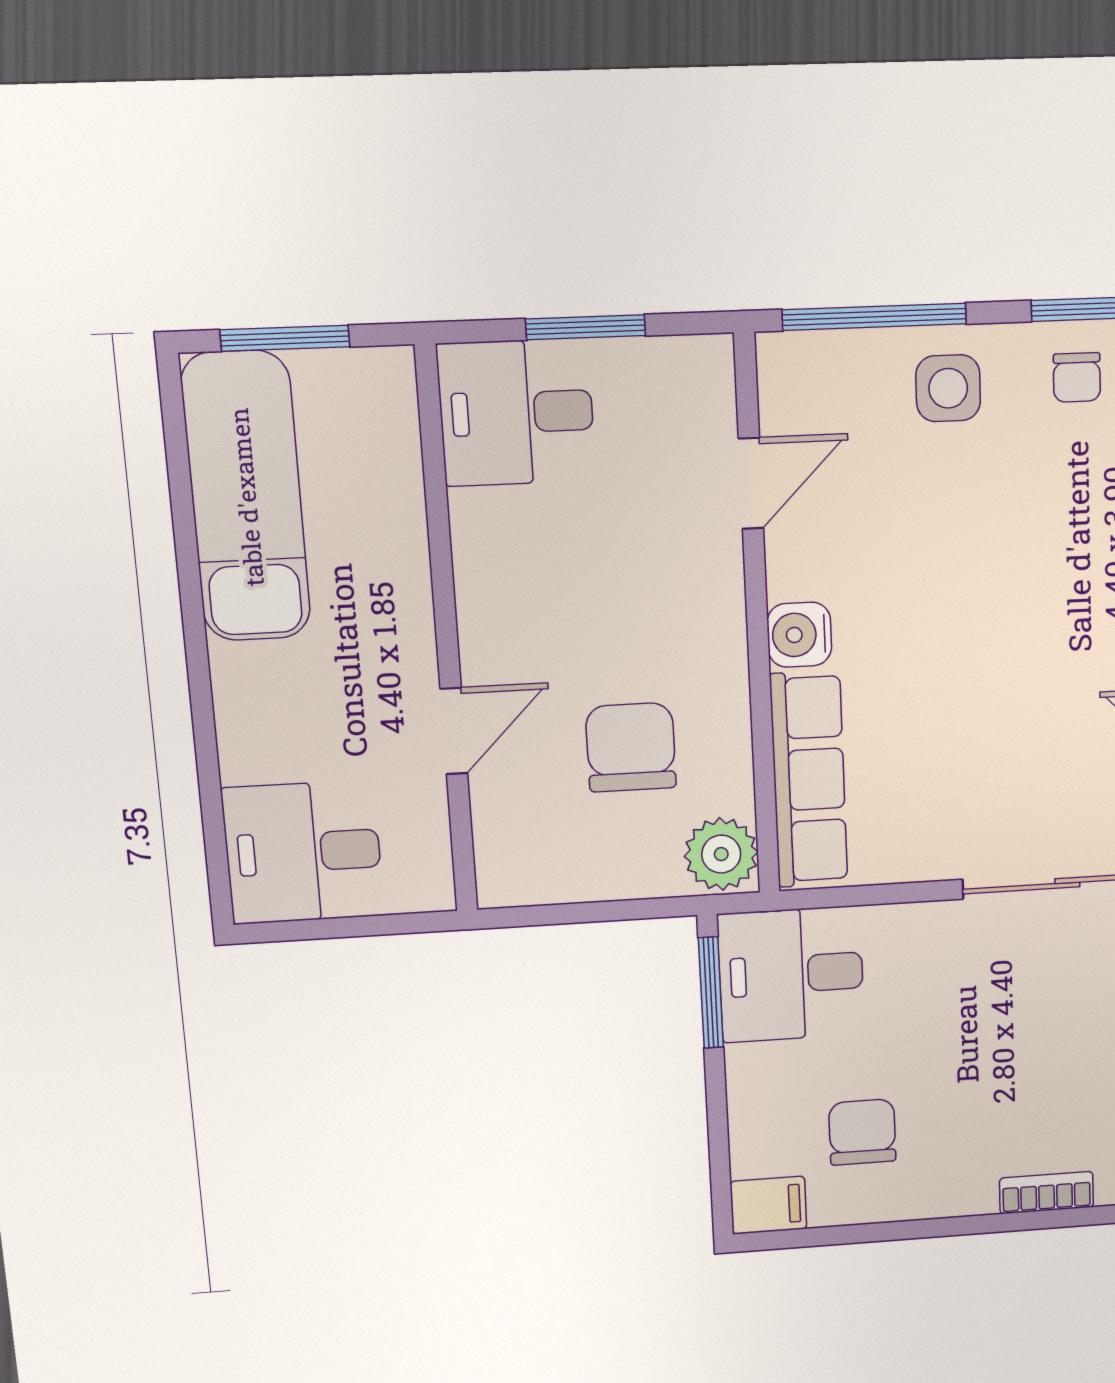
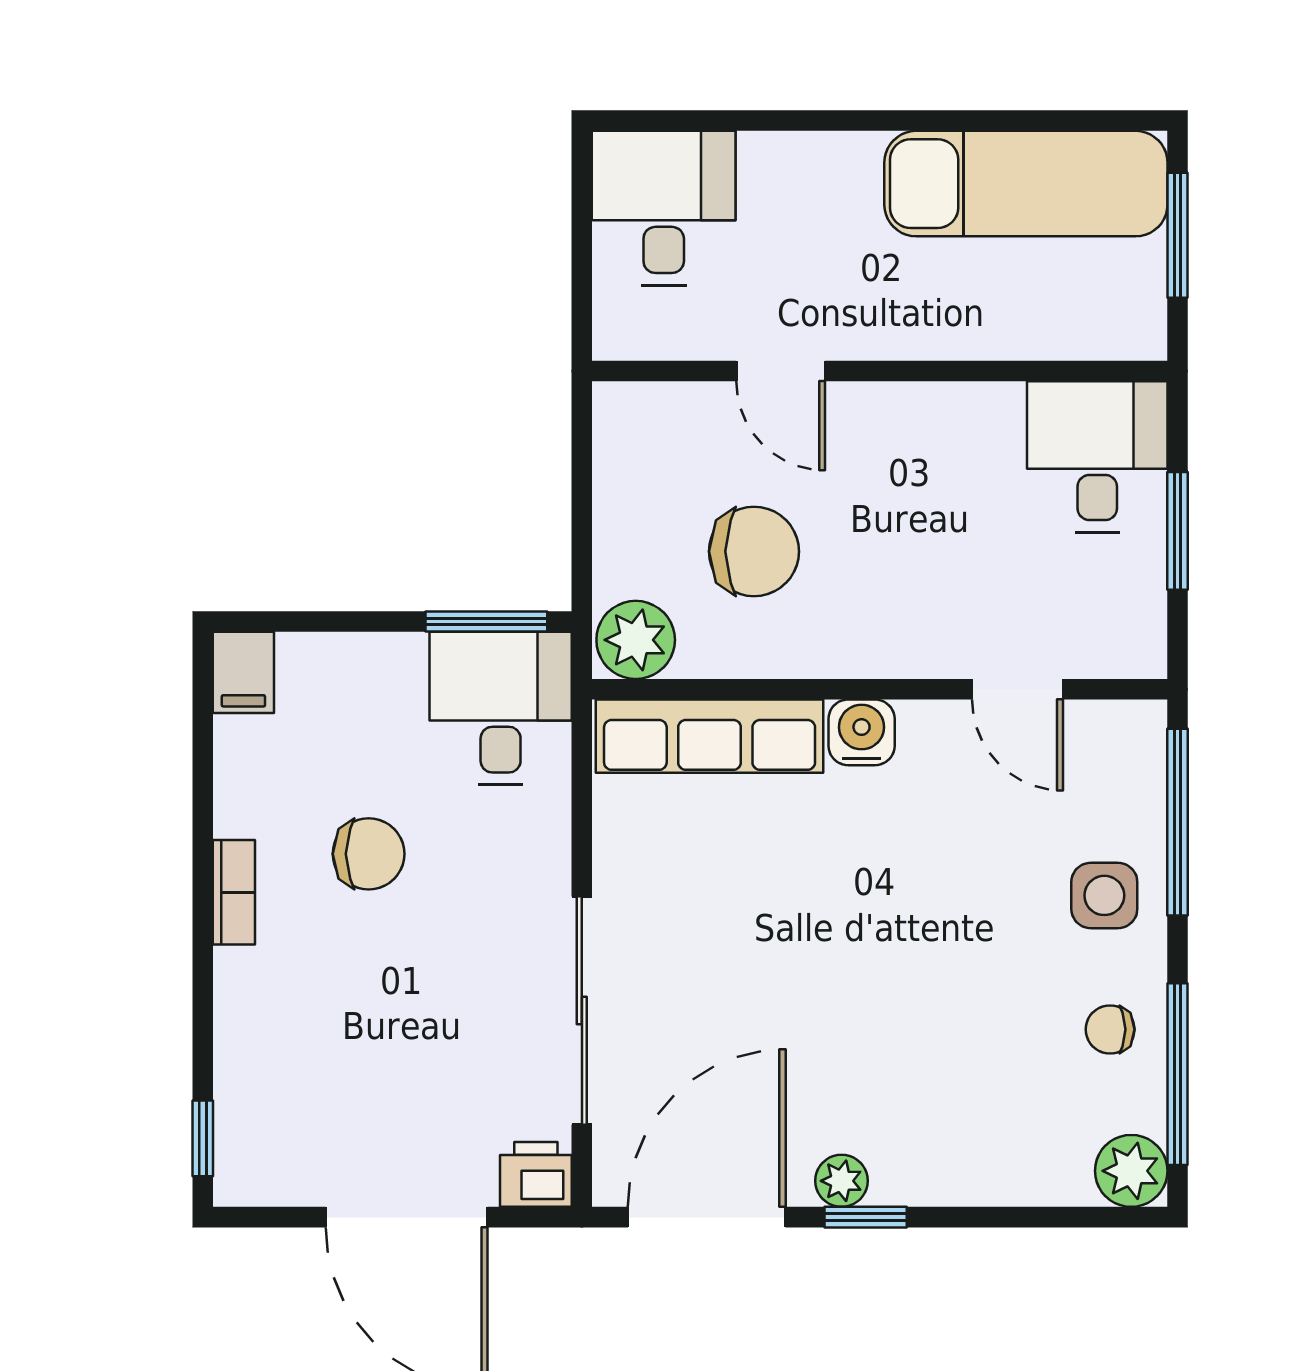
chair: (862, 1132) -> (369, 854), moved
bookcase: (1047, 1193) -> (234, 892), moved

